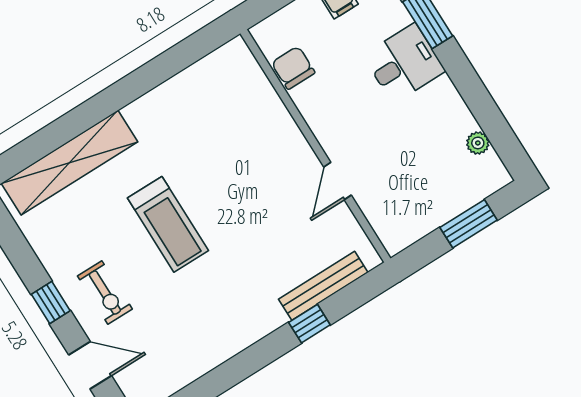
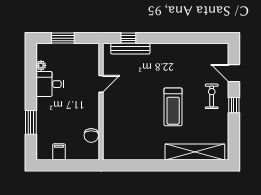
desk: (404, 63) -> (50, 84), moved
treadmill: (168, 224) -> (173, 107), turned 180
window: (309, 324) -> (128, 38), moved

